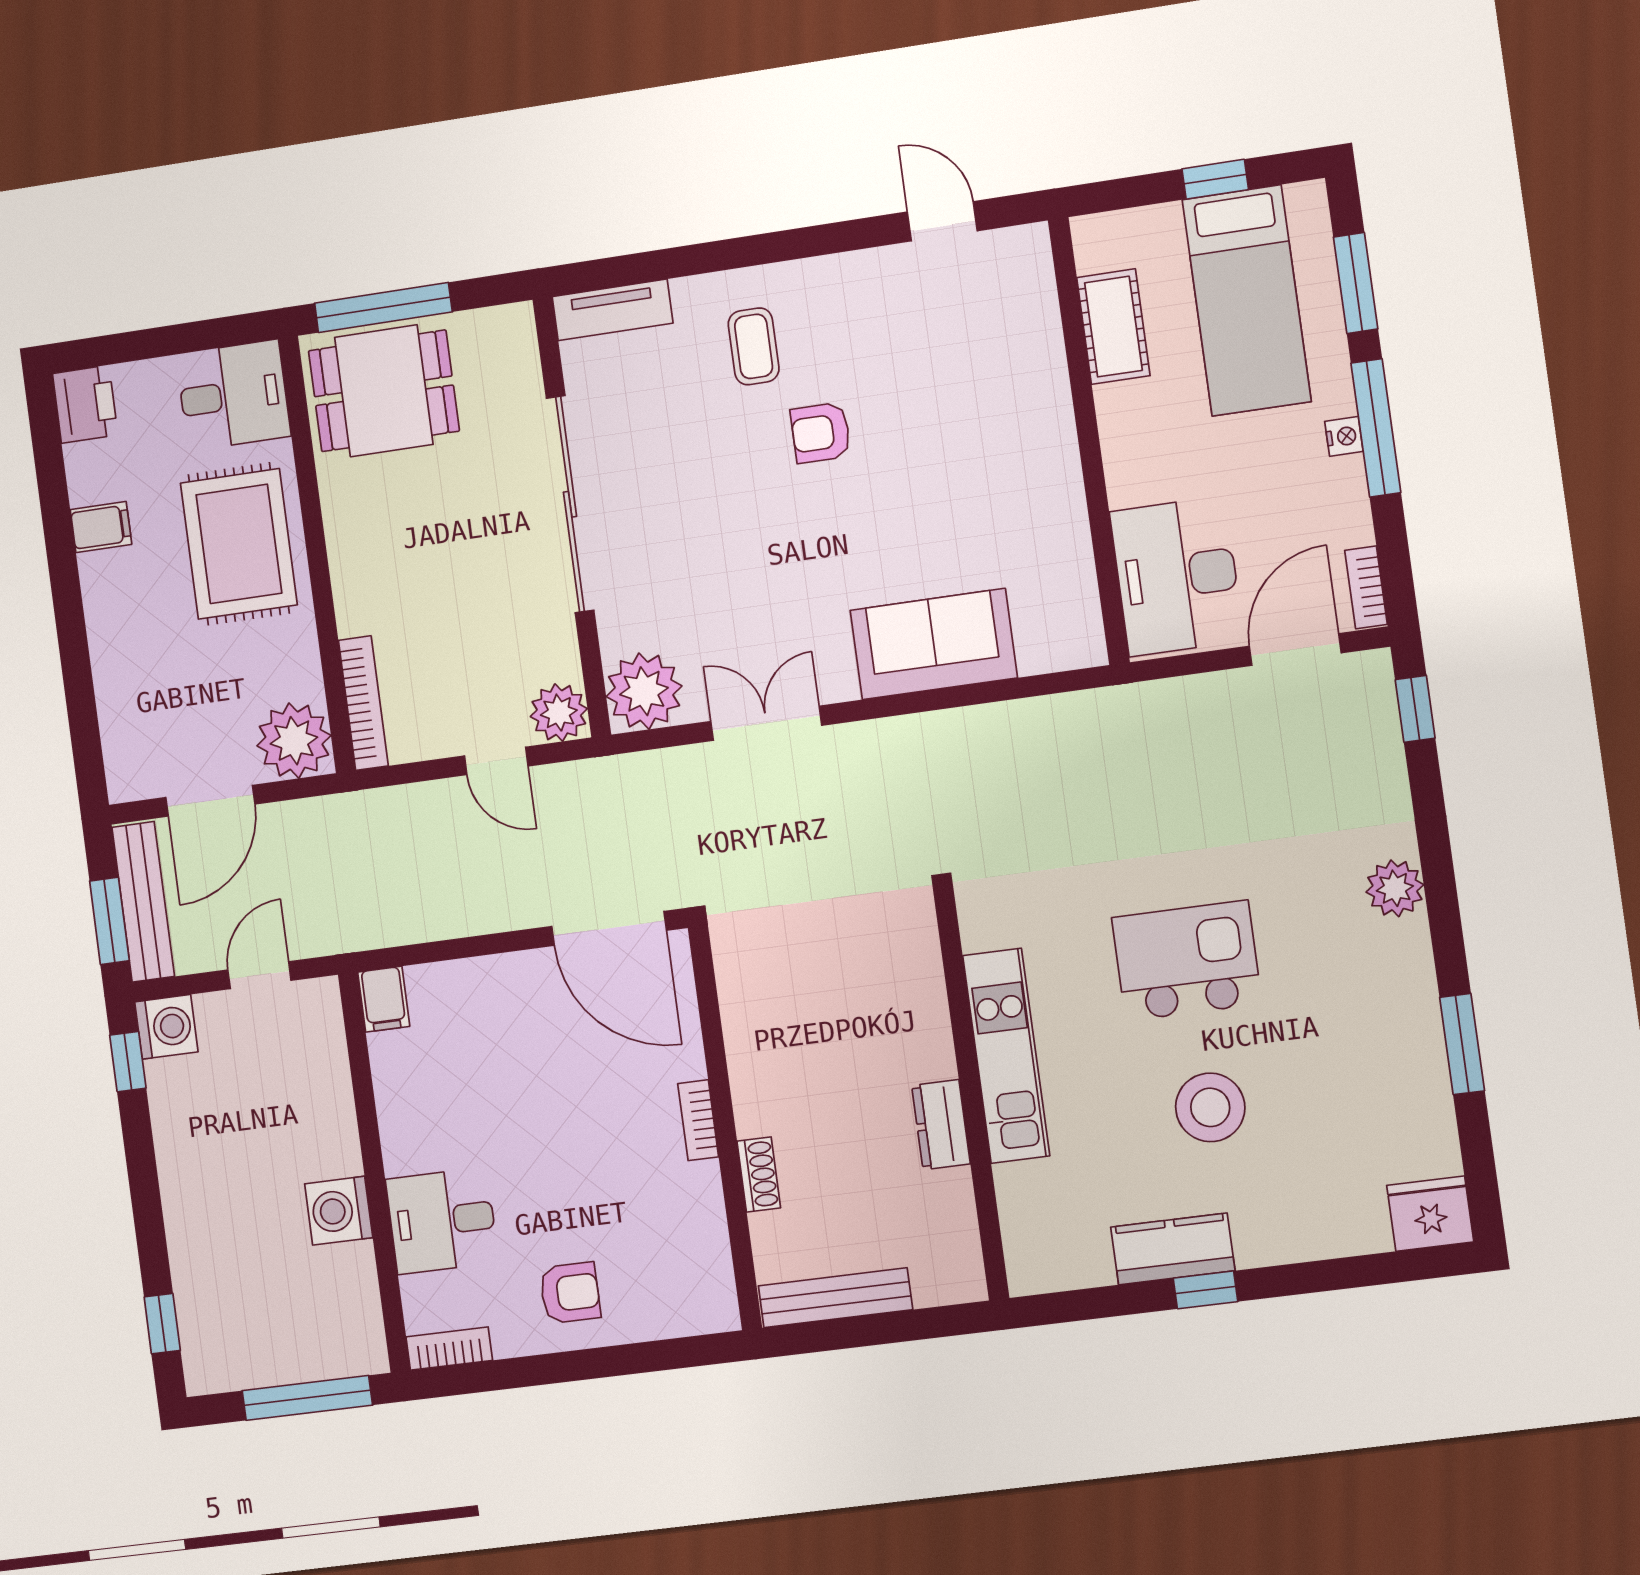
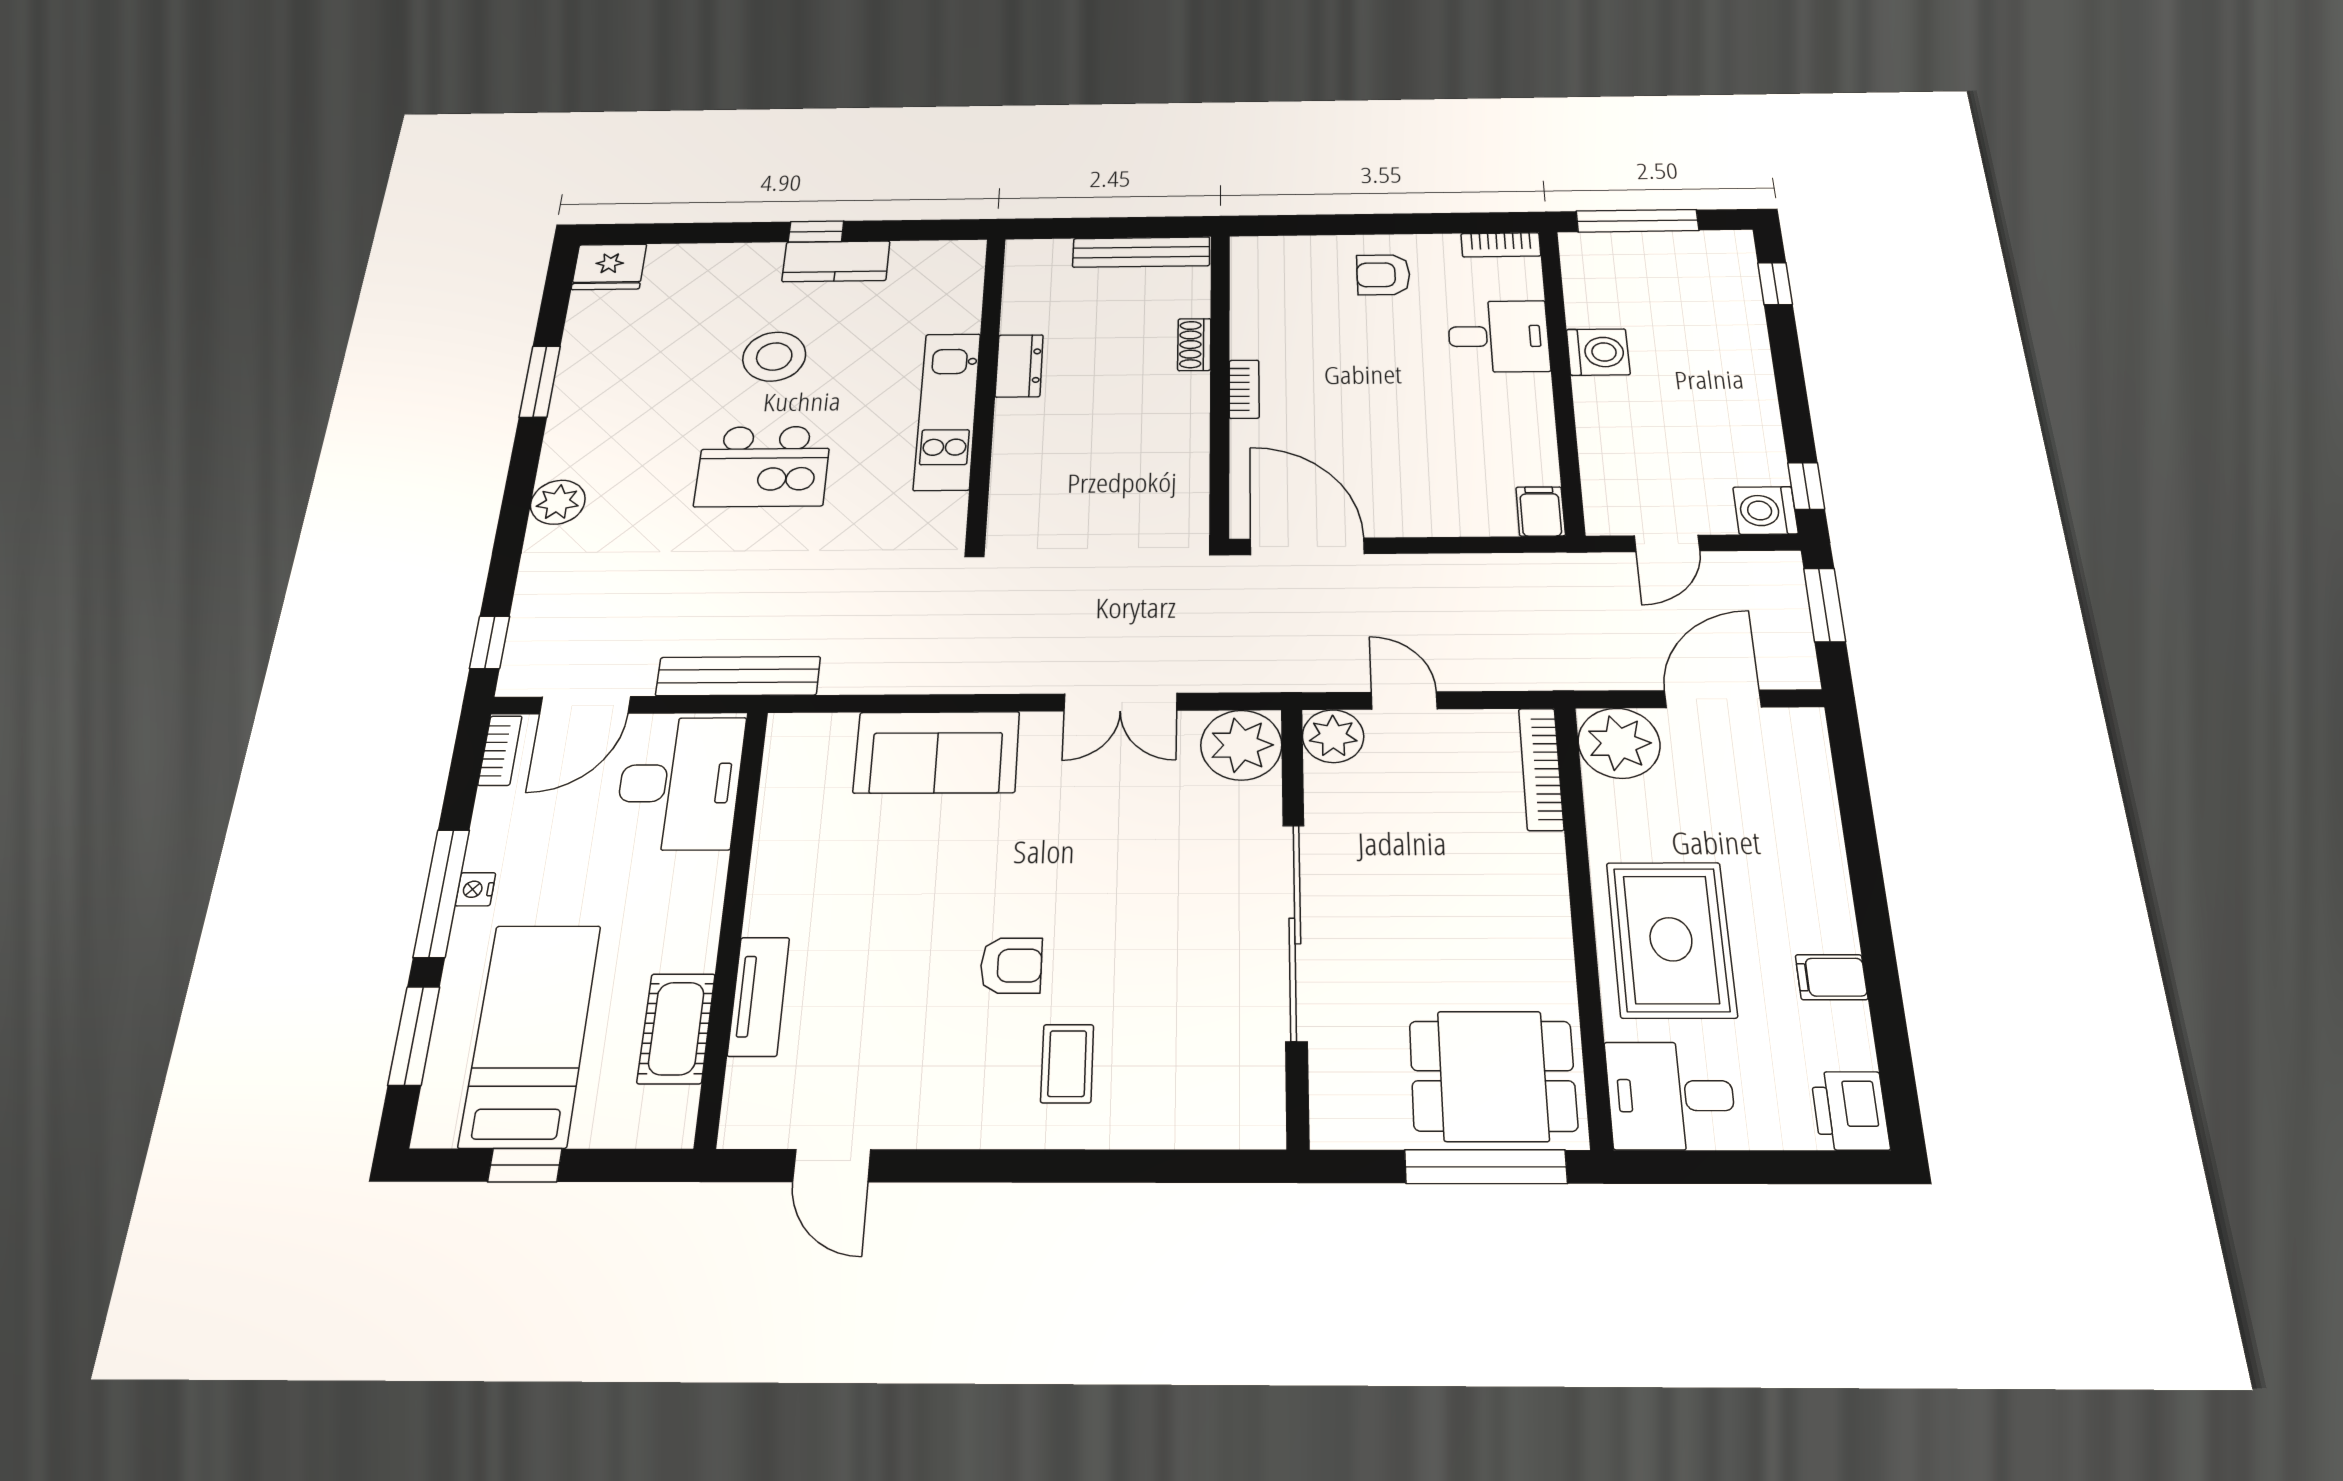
tv unit: (613, 310) -> (759, 996), moved, turned 90
bench: (143, 902) -> (738, 676), moved, turned 90

